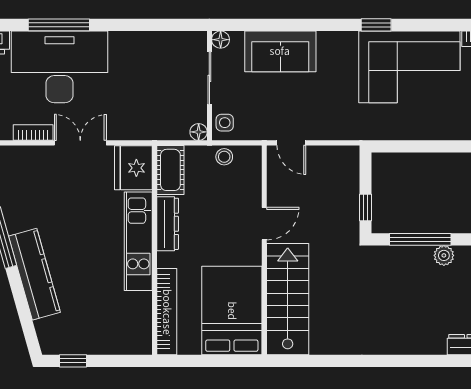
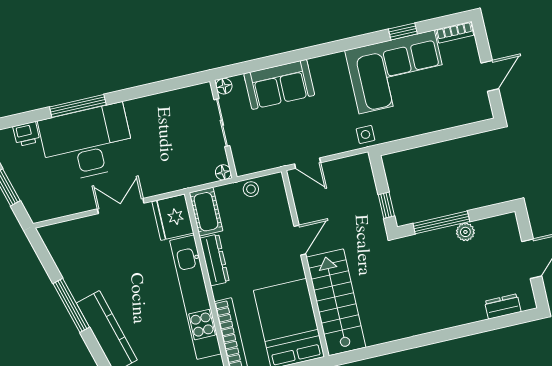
window: (376, 25) -> (403, 31), moved
side table: (225, 123) -> (366, 134), moved
bookcase: (33, 133) -> (77, 206), removed
kitchen unit: (138, 241) -> (196, 297), width x1.36

